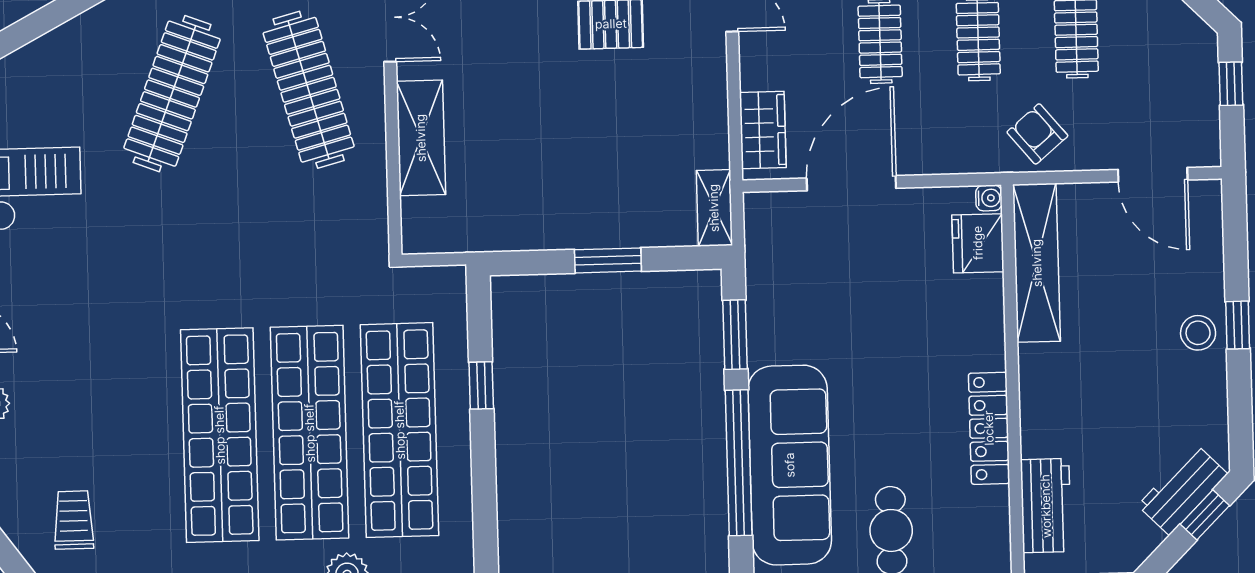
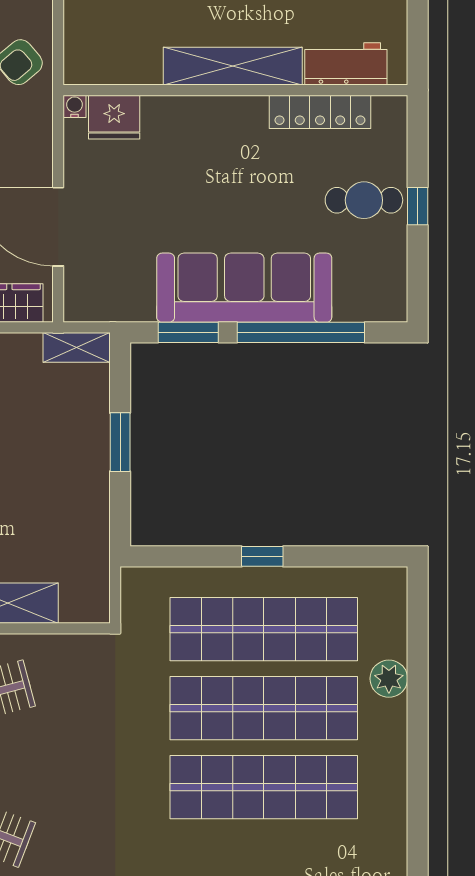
shelving: (1037, 263) -> (233, 66), moved
window: (481, 385) -> (262, 556), moved
locker: (989, 428) -> (320, 112), moved
sofa: (790, 465) -> (244, 288), moved

